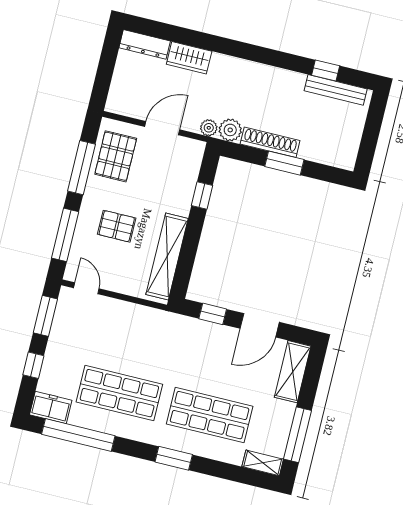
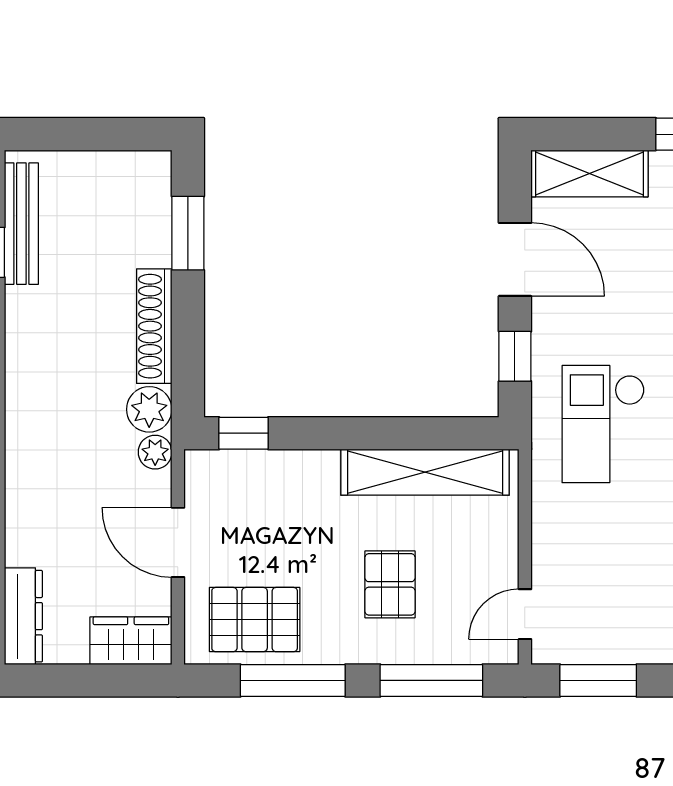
wardrobe: (189, 58) -> (131, 641), moved, turned -90
window: (284, 163) -> (188, 233), moved
window: (202, 196) -> (244, 433), moved
checkout: (169, 349) -> (603, 424), added

